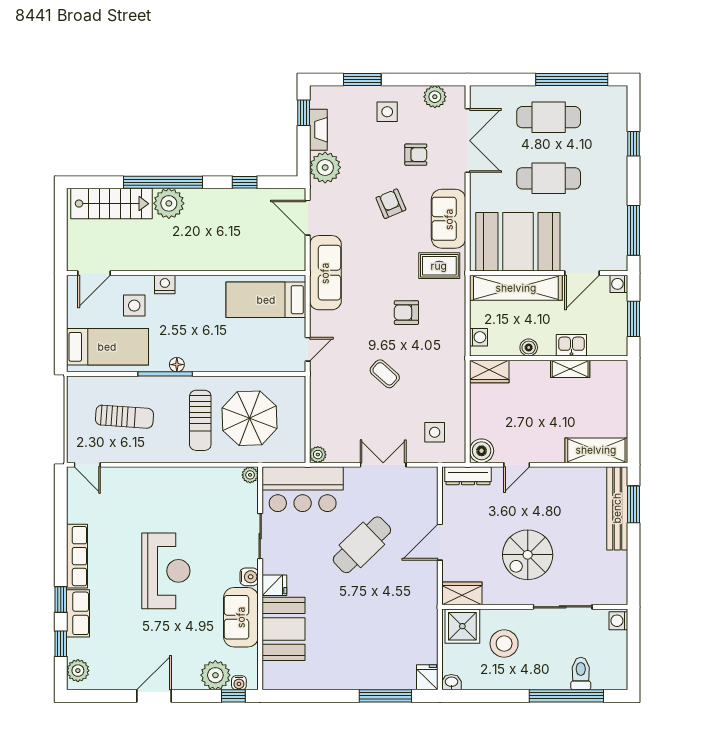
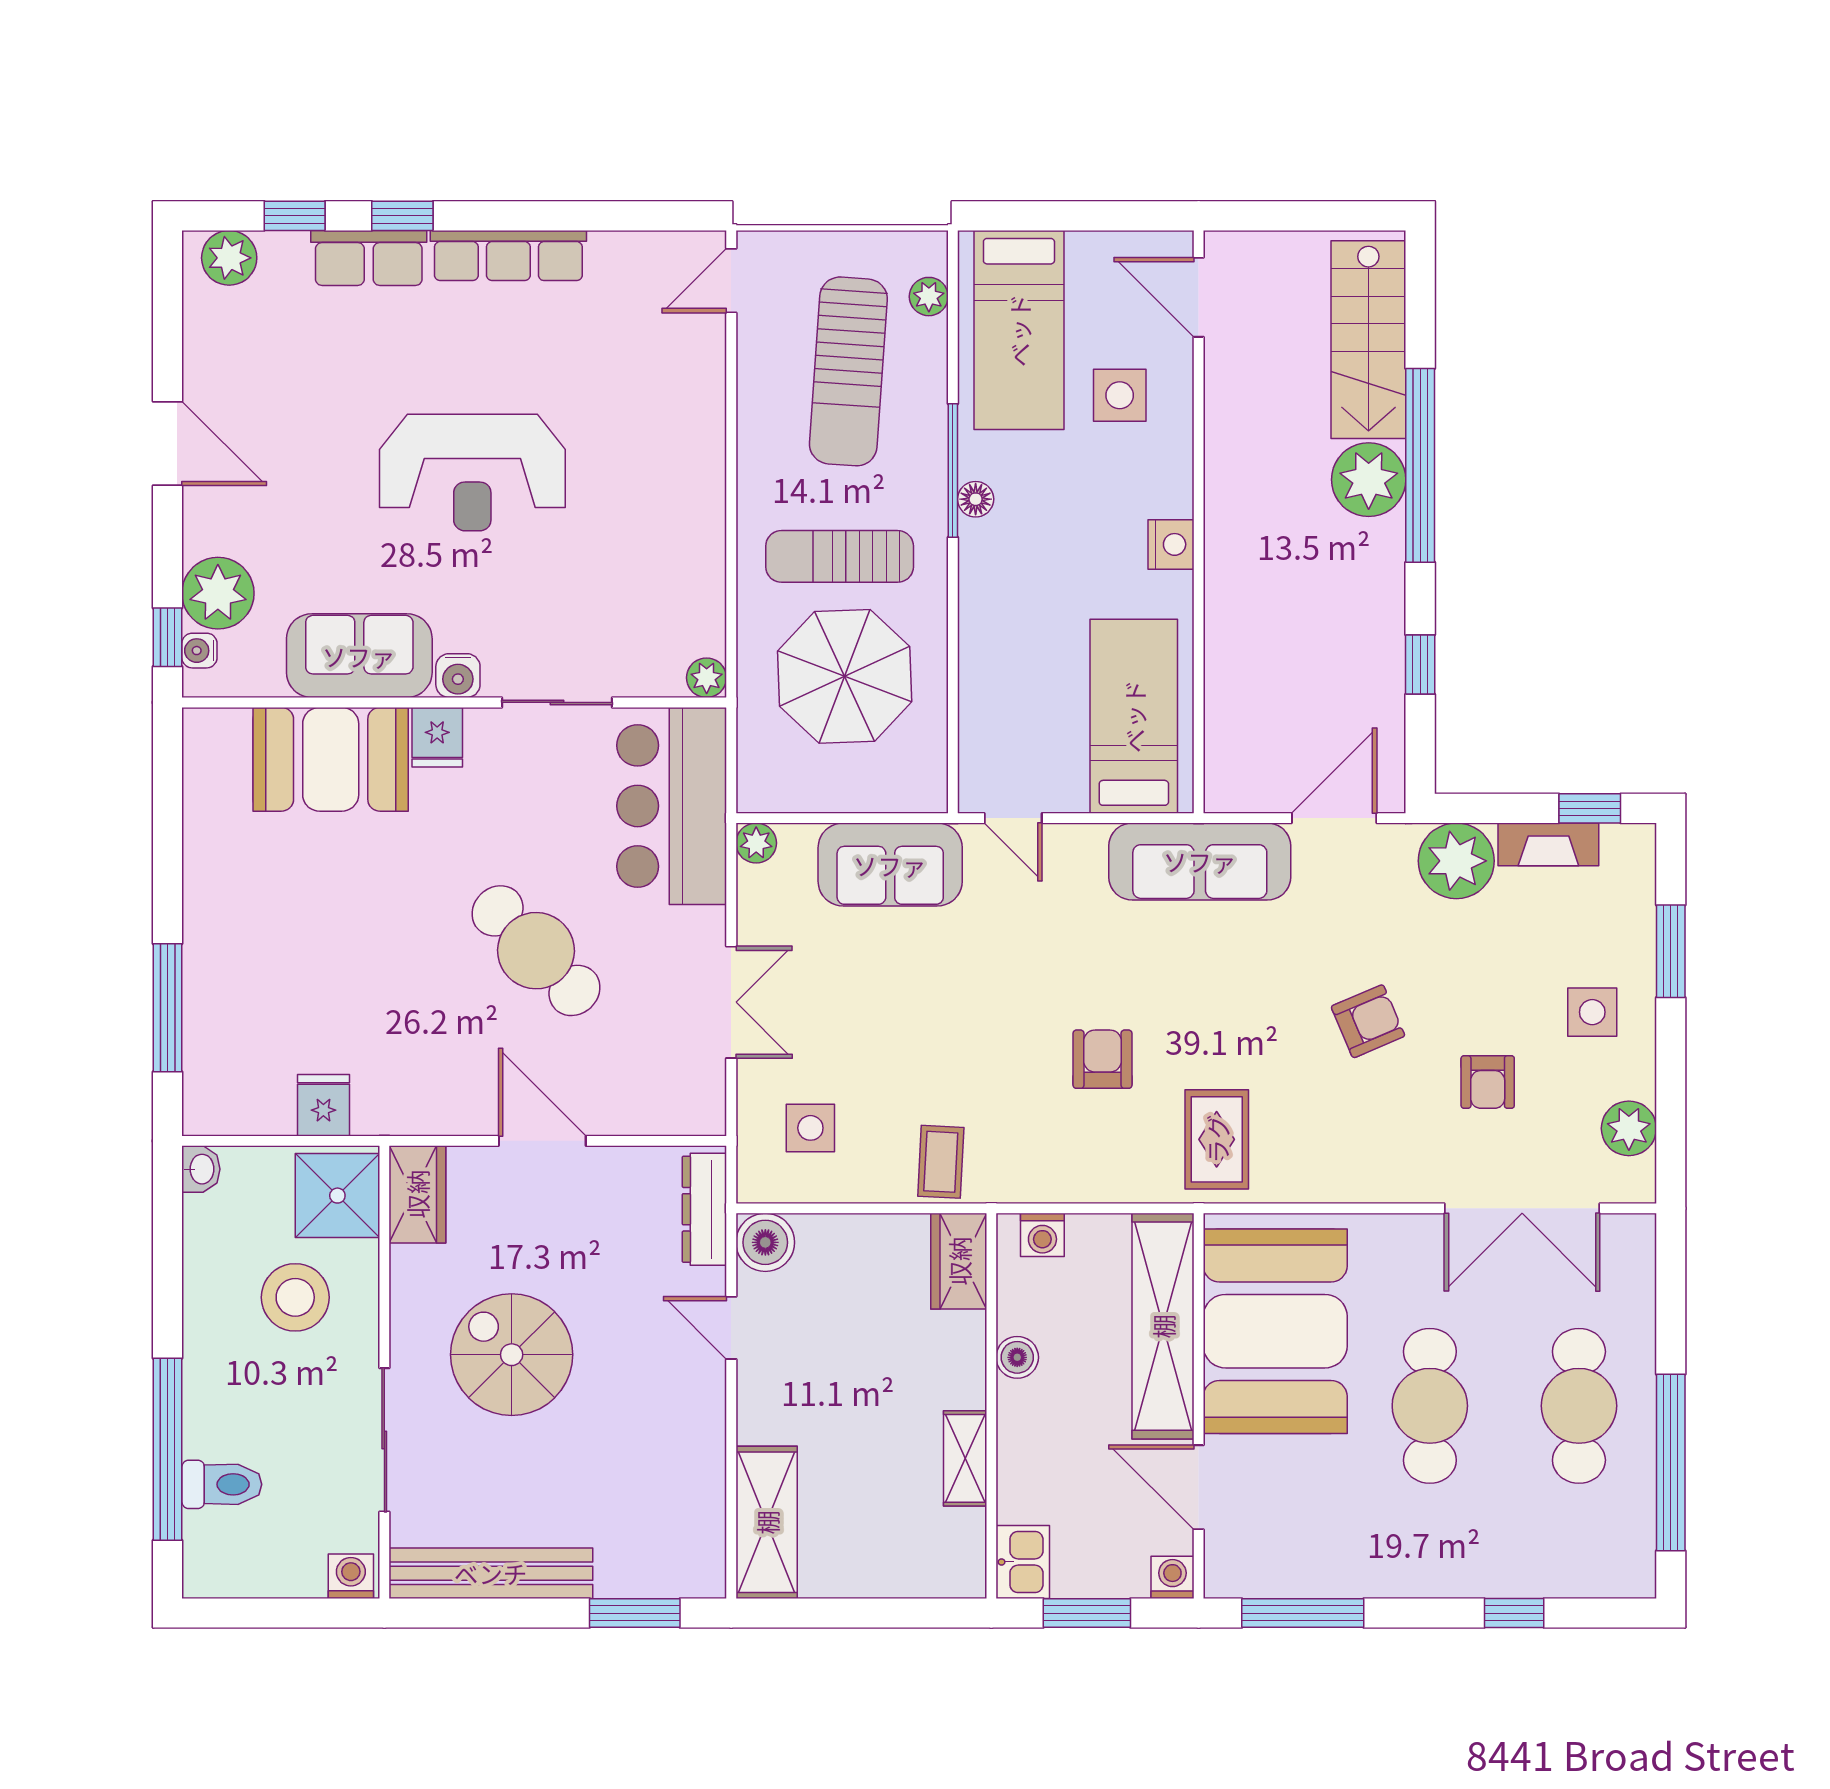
sofa: (449, 219) -> (890, 865), moved, turned 180
nightstand: (165, 284) -> (1171, 544), moved
kitchen sink: (571, 345) -> (1023, 1562), moved
coffee table: (385, 374) -> (941, 1162), moved, turned -39
plant: (94, 384) -> (929, 297), added
sun lounger: (124, 417) -> (848, 371), width x1.36, depth x1.34
bench: (617, 508) -> (491, 1573), moved
fridge: (427, 677) -> (323, 1105), moved, turned -90

